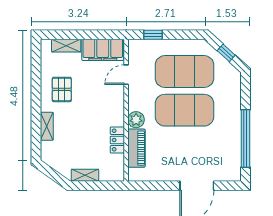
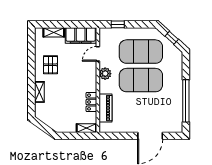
plant: (136, 120) -> (105, 74), moved
shelving: (85, 175) -> (86, 128), moved

